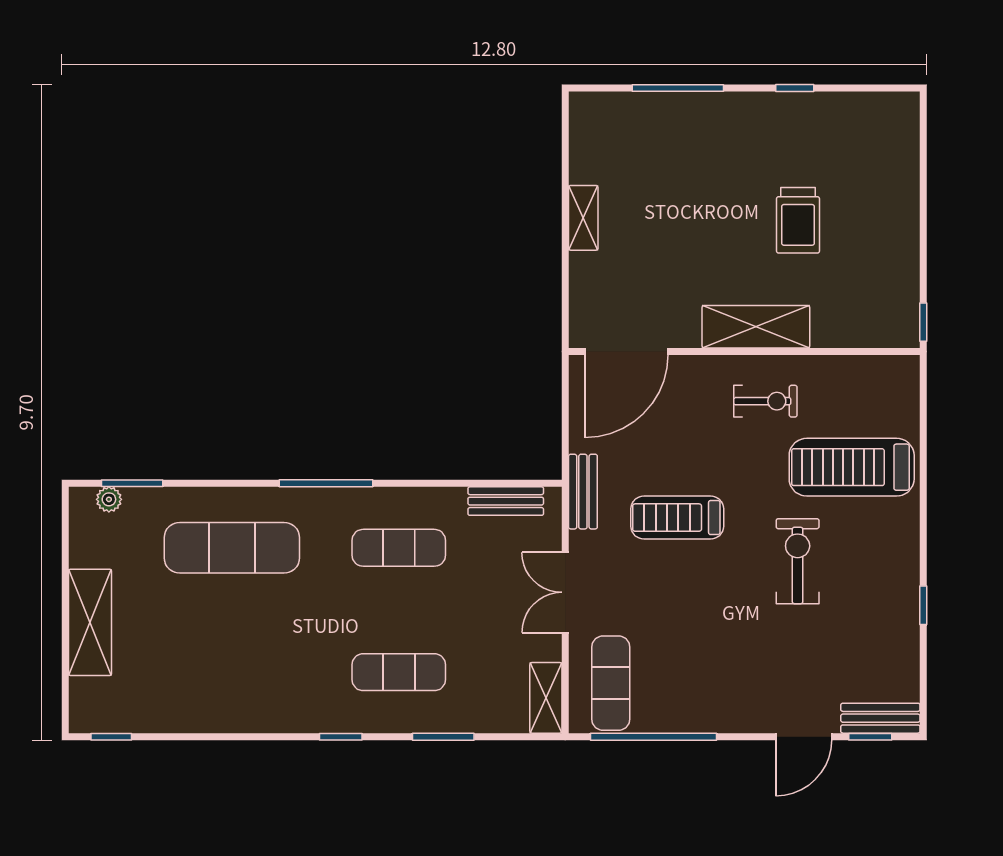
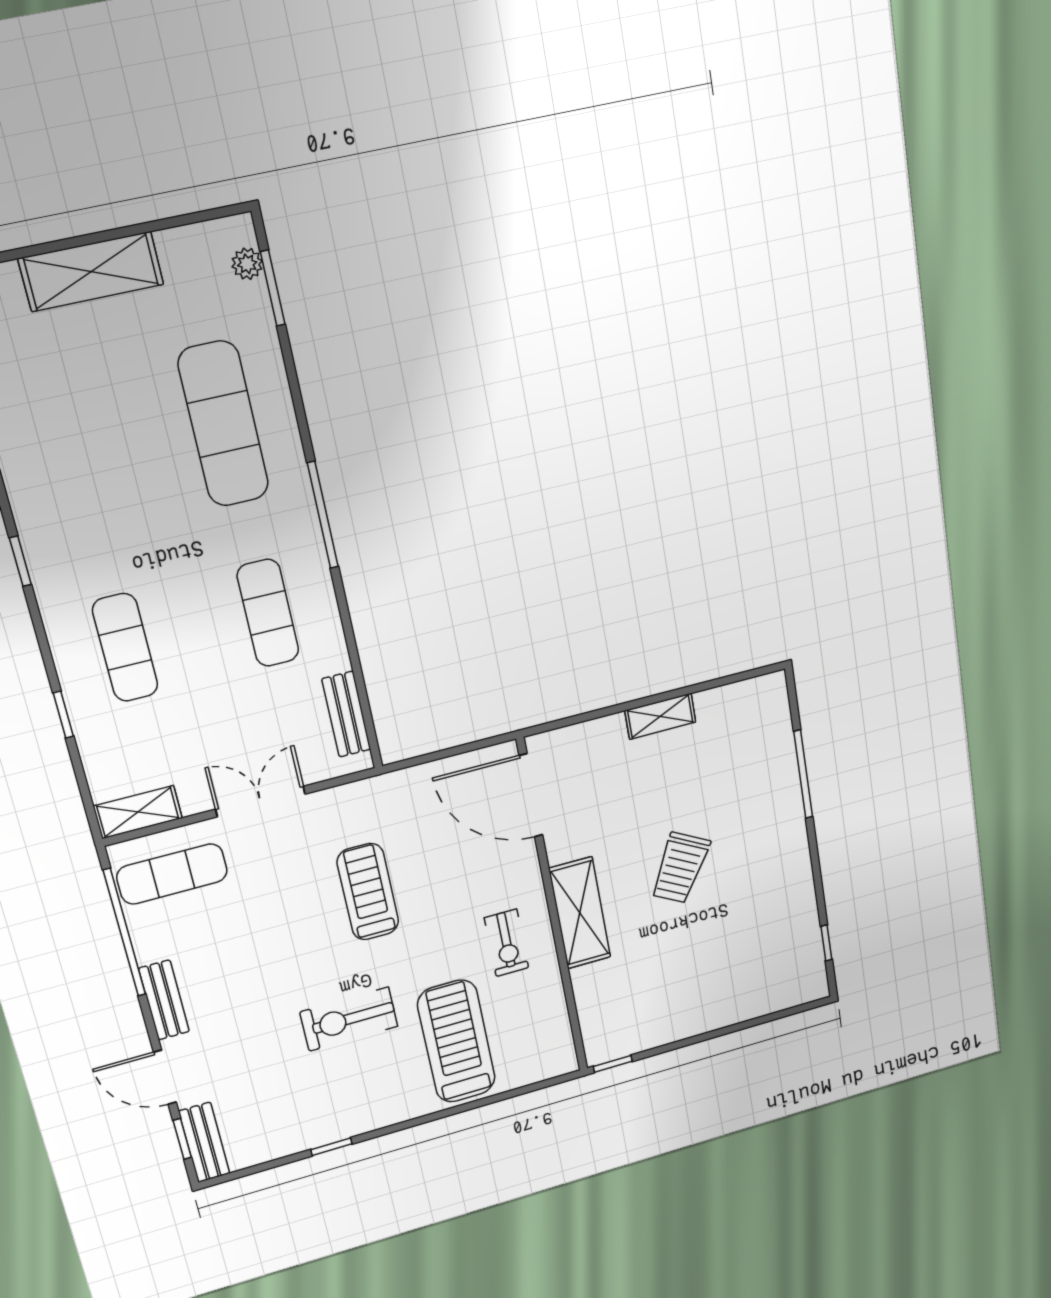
window: (795, 88) -> (826, 943), moved
trolley: (798, 220) -> (680, 868), moved, turned -61
bench: (583, 492) -> (164, 1000), moved, turned 90
exercise bike: (798, 561) -> (349, 1019), turned 180
window: (341, 737) -> (20, 561), moved
window: (443, 737) -> (63, 715), width x0.67

